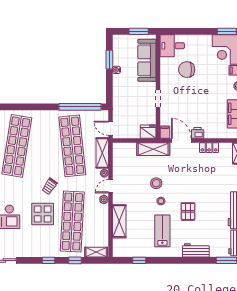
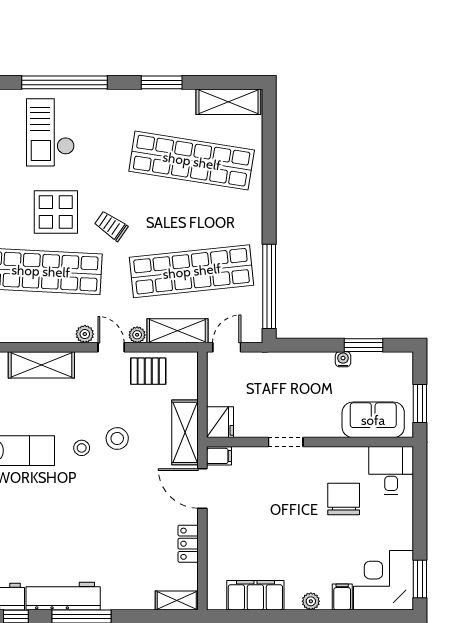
sofa: (147, 60) -> (373, 420), width x0.73
printer: (198, 133) -> (218, 521), removed
door: (181, 140) -> (202, 488), swing flipped
pallet: (188, 211) -> (148, 371), moved

